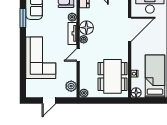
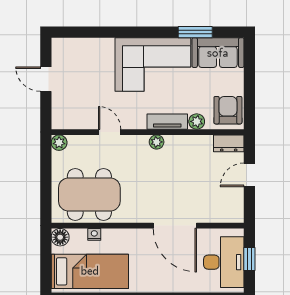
floor lamp: (86, 28) -> (178, 147), removed
door: (78, 55) -> (110, 132), moved
corner sofa: (41, 58) -> (153, 65), moved
plant: (71, 86) -> (72, 119), removed

